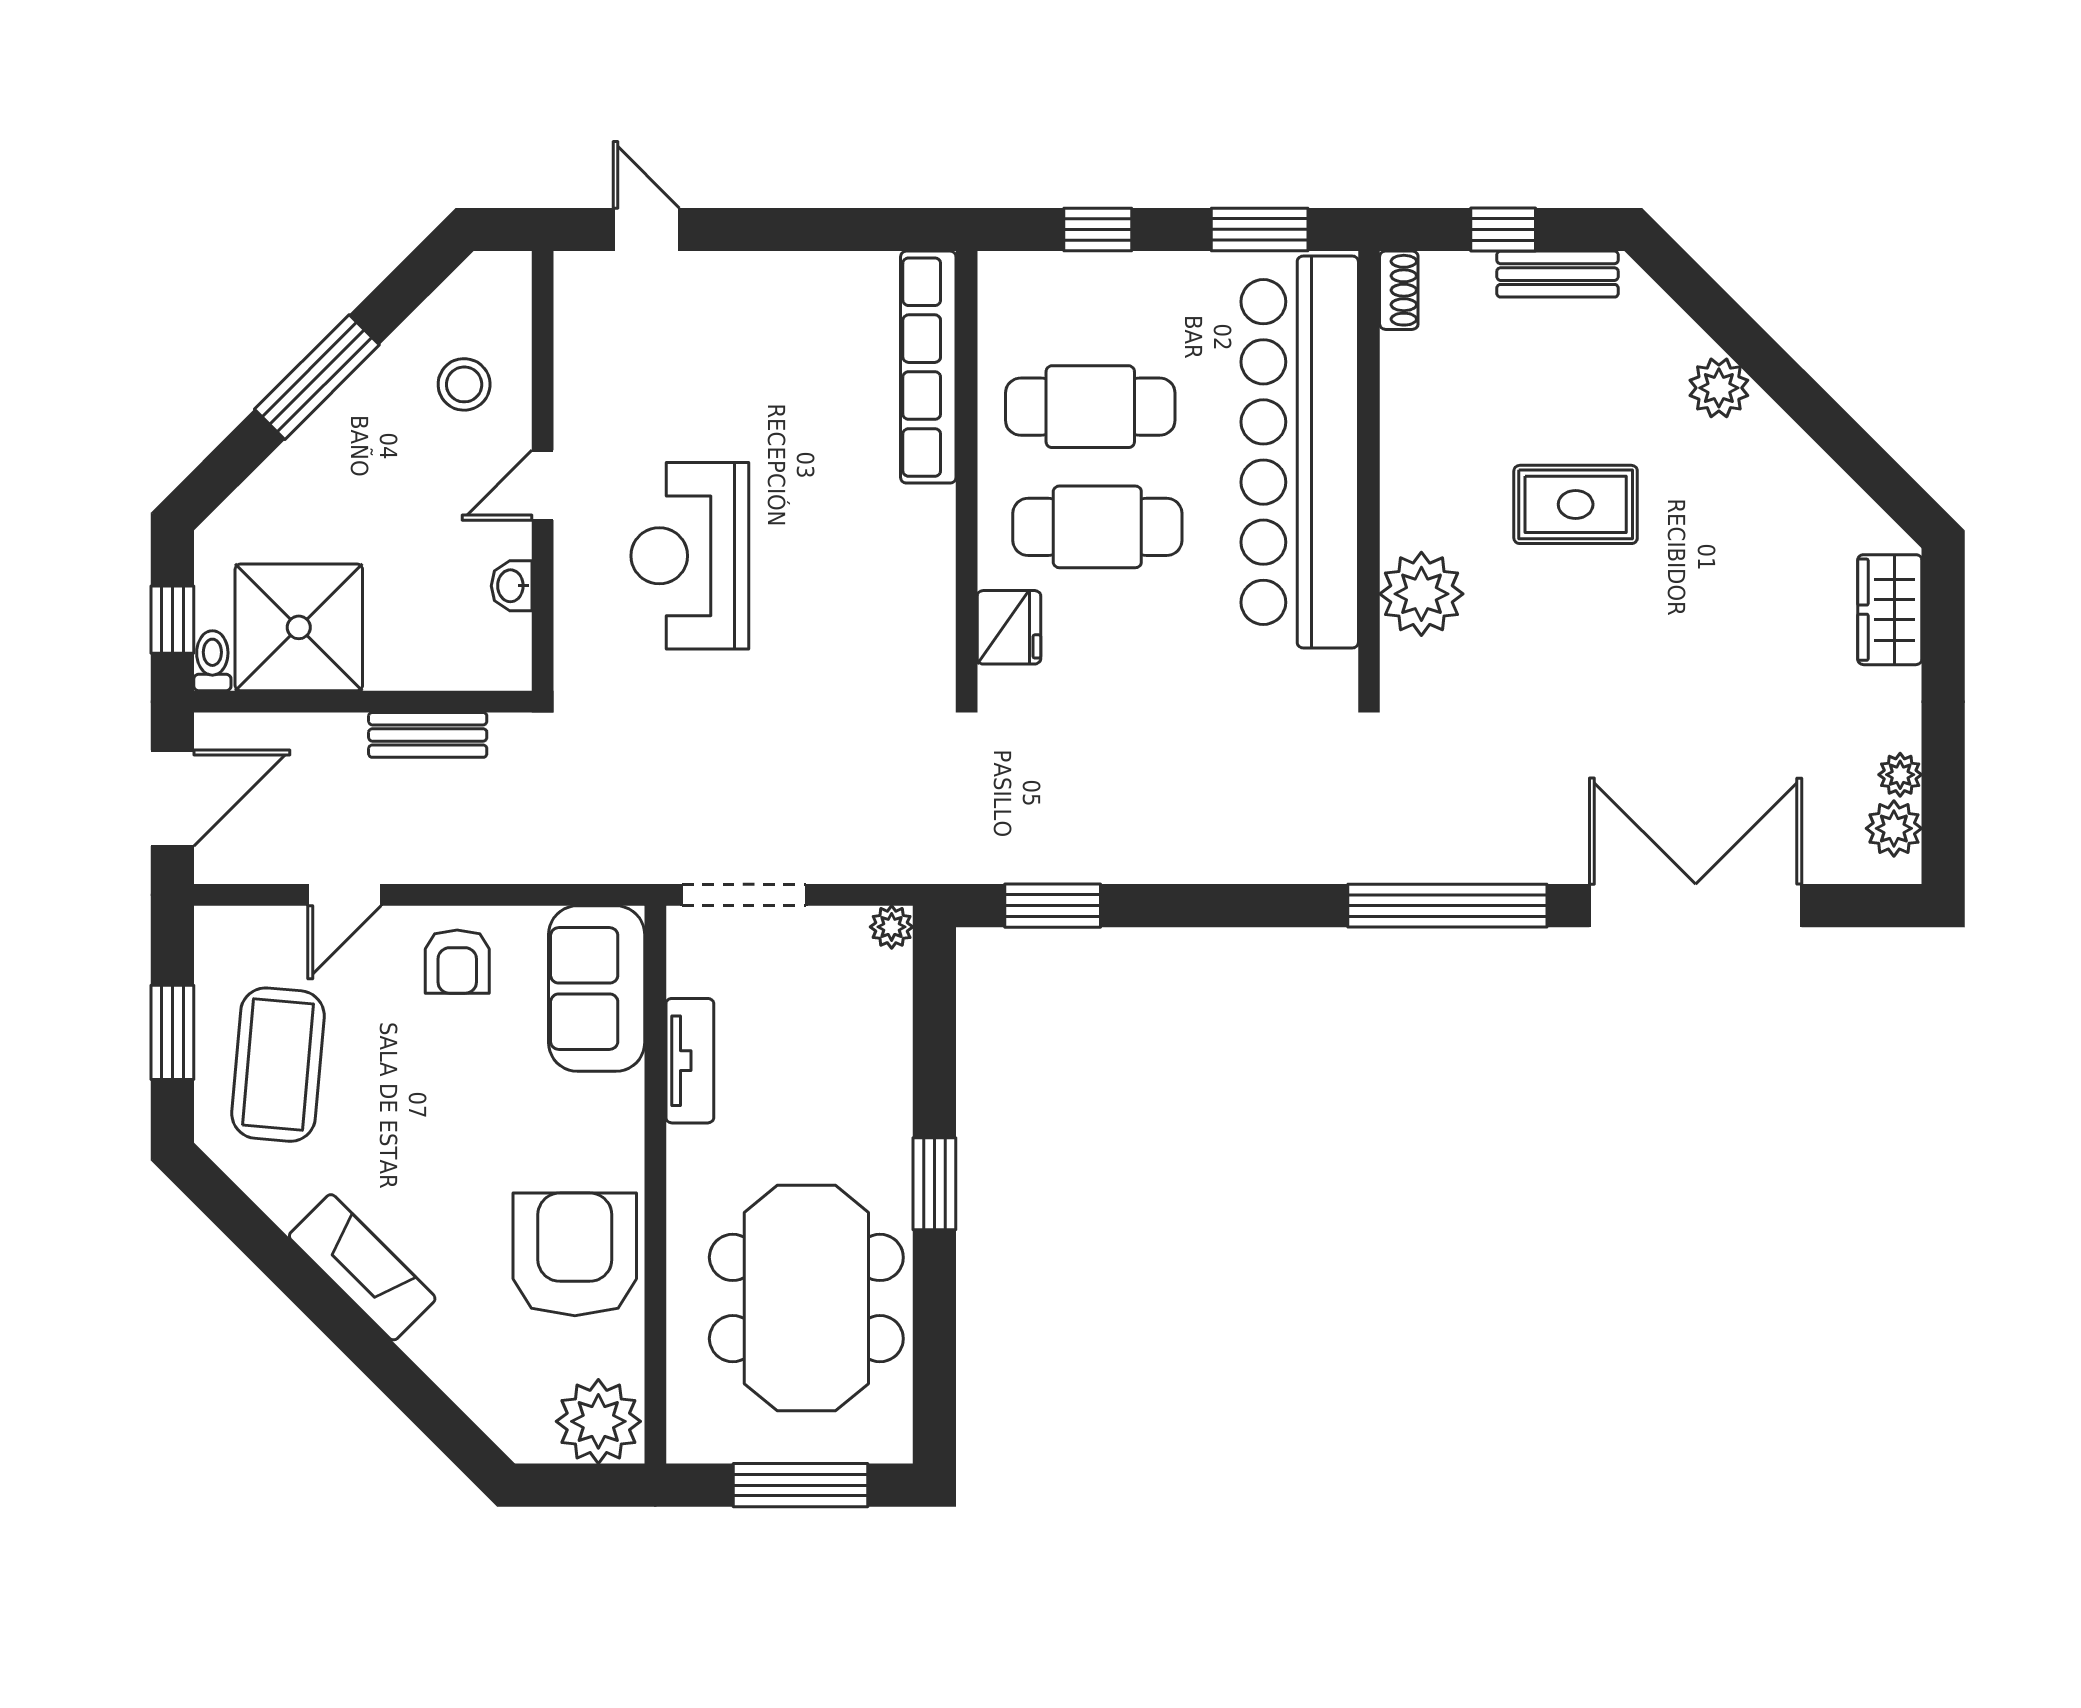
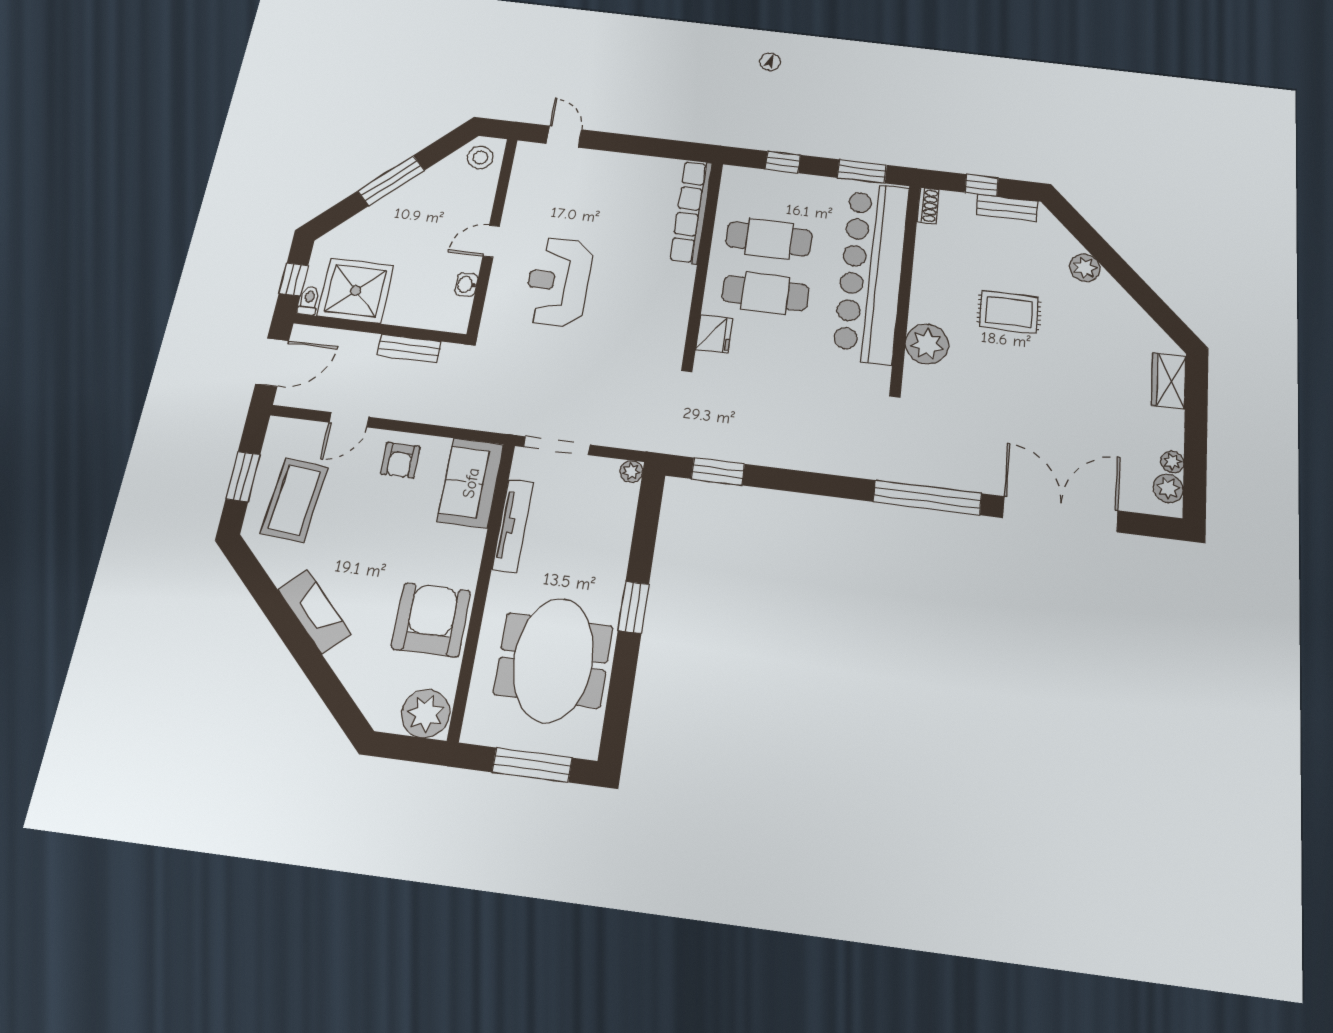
stool: (464, 384) -> (480, 157), moved
tv unit: (690, 1061) -> (513, 526), width x1.41

